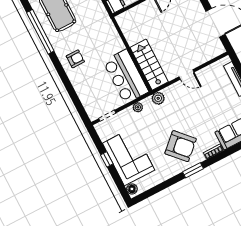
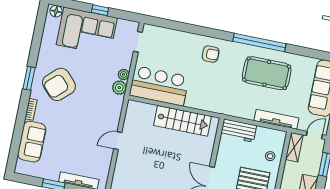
armchair: (75, 59) -> (211, 54), turned -90
stairs: (149, 65) -> (183, 121), moved
plant: (158, 98) -> (119, 88), moved

